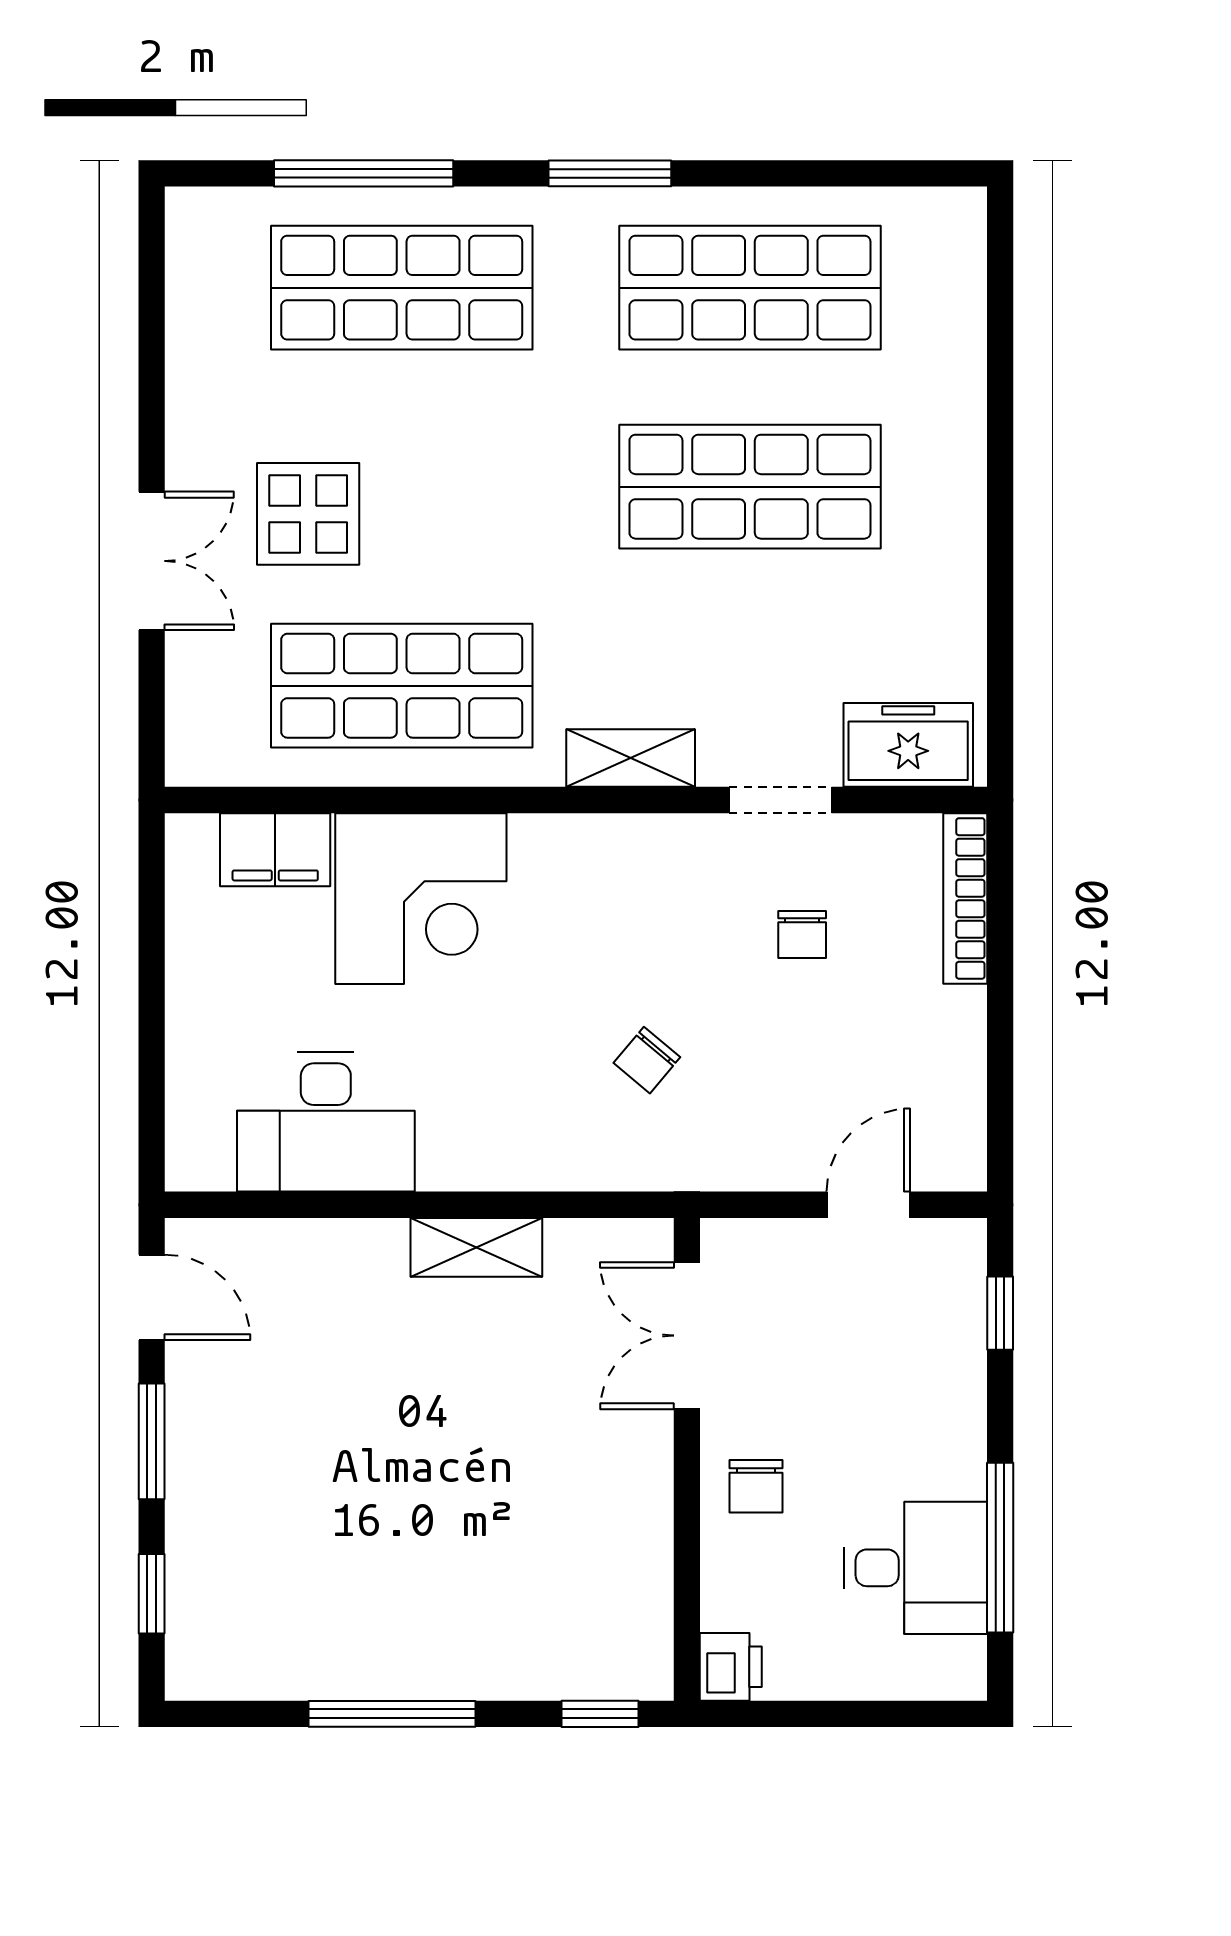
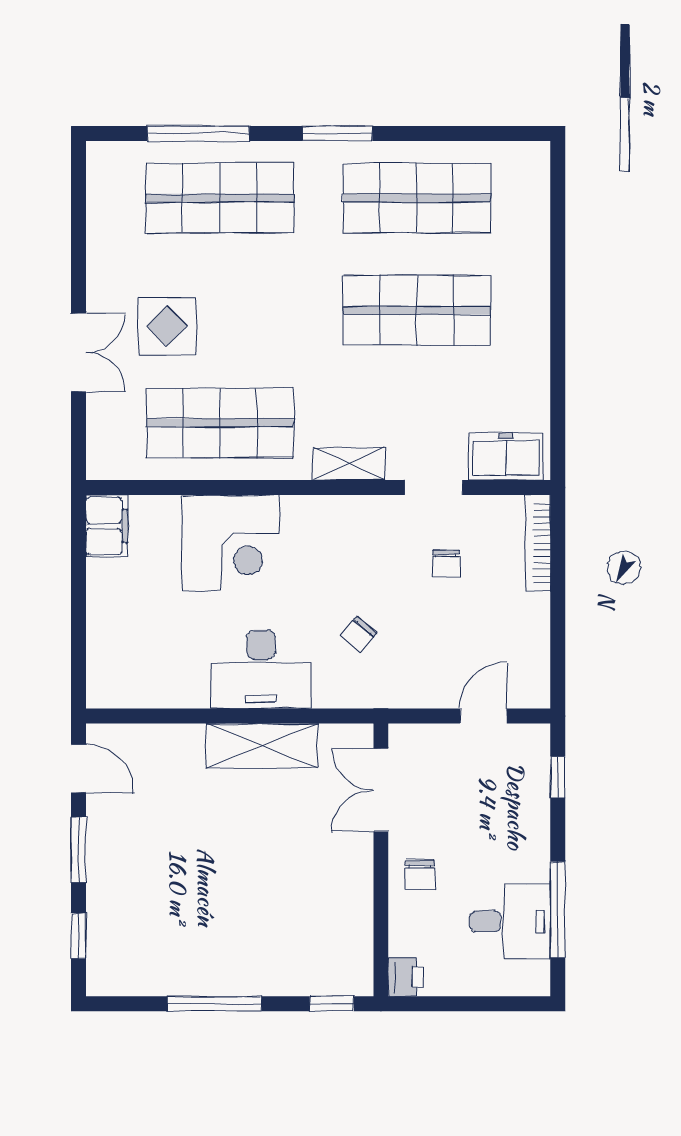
filing cabinet: (275, 850) -> (107, 526), moved, turned -90
desk: (326, 1122) -> (261, 669), moved
shelving: (476, 1247) -> (262, 746), width x1.50, depth x1.33

